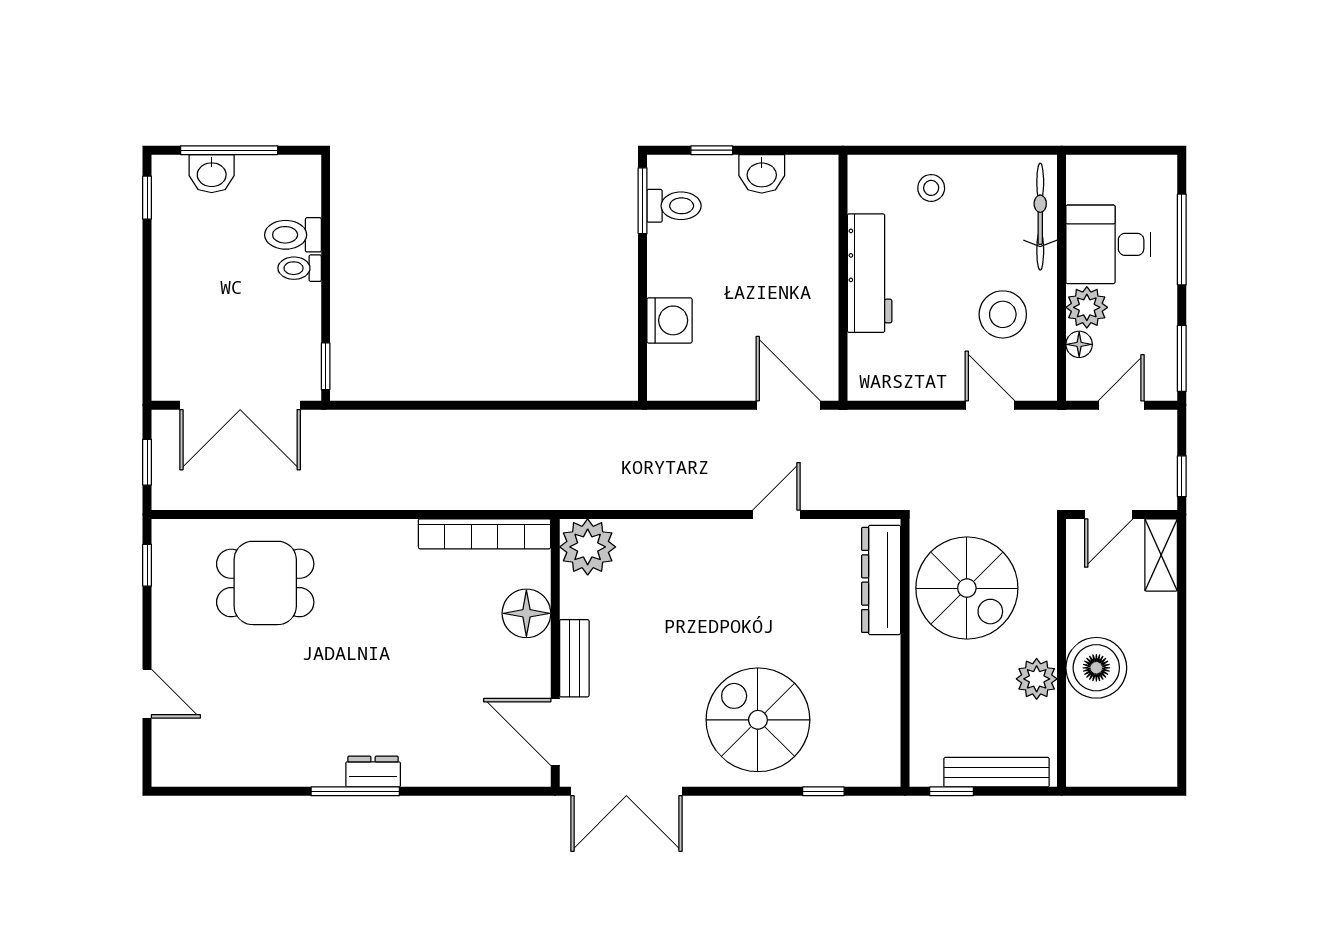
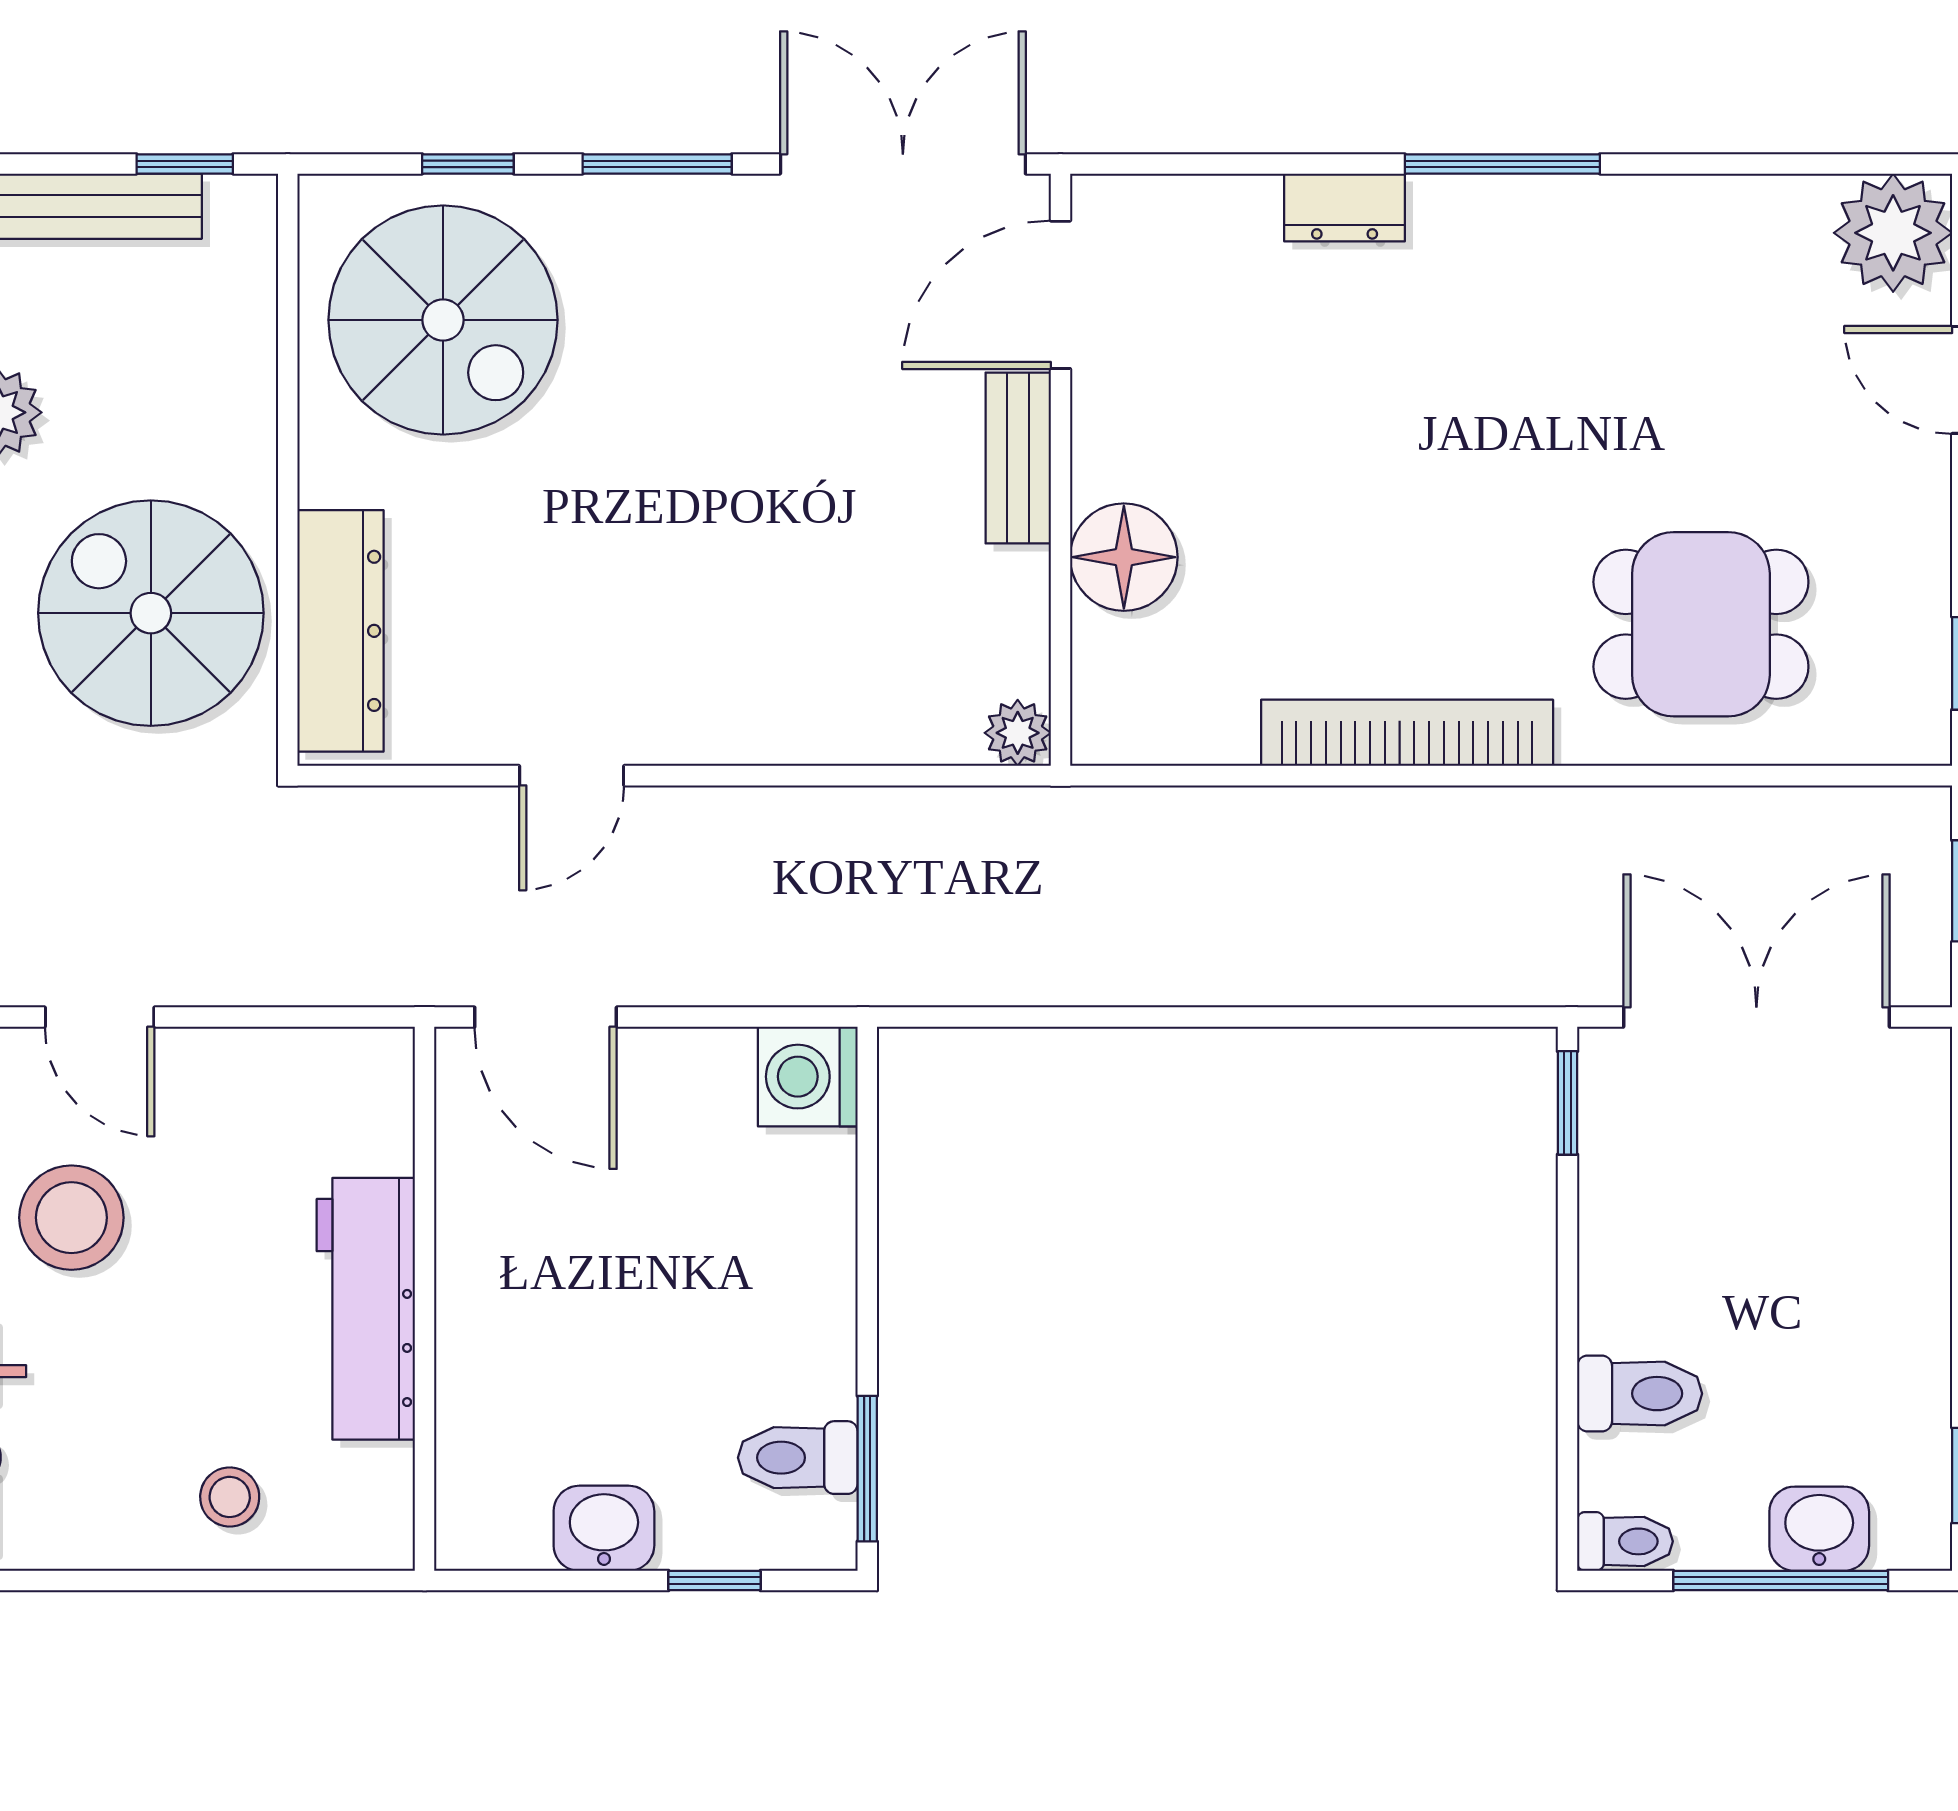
toilet: (300, 268) -> (1625, 1541), moved
washing machine: (670, 320) -> (808, 1077), moved
bookcase: (485, 534) -> (1407, 733), moved
plant: (588, 547) -> (1018, 733), width x0.53, depth x0.53
spiral stairs: (758, 720) -> (443, 320), moved
door: (555, 732) -> (1060, 295), swing flipped
plant: (178, 760) -> (1893, 233), added
dresser: (373, 772) -> (1345, 208), moved
window: (738, 791) -> (657, 164), added

